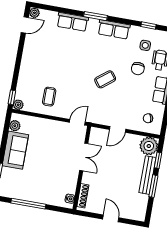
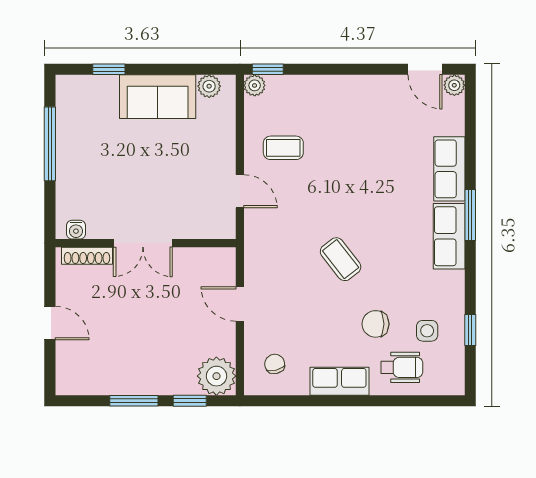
row of seats: (114, 29) -> (449, 236), moved
door: (77, 122) -> (240, 191), moved
double door: (84, 157) -> (143, 243), moved
bench: (147, 175) -> (155, 384), removed
door: (111, 218) -> (50, 323), hinge flipped

